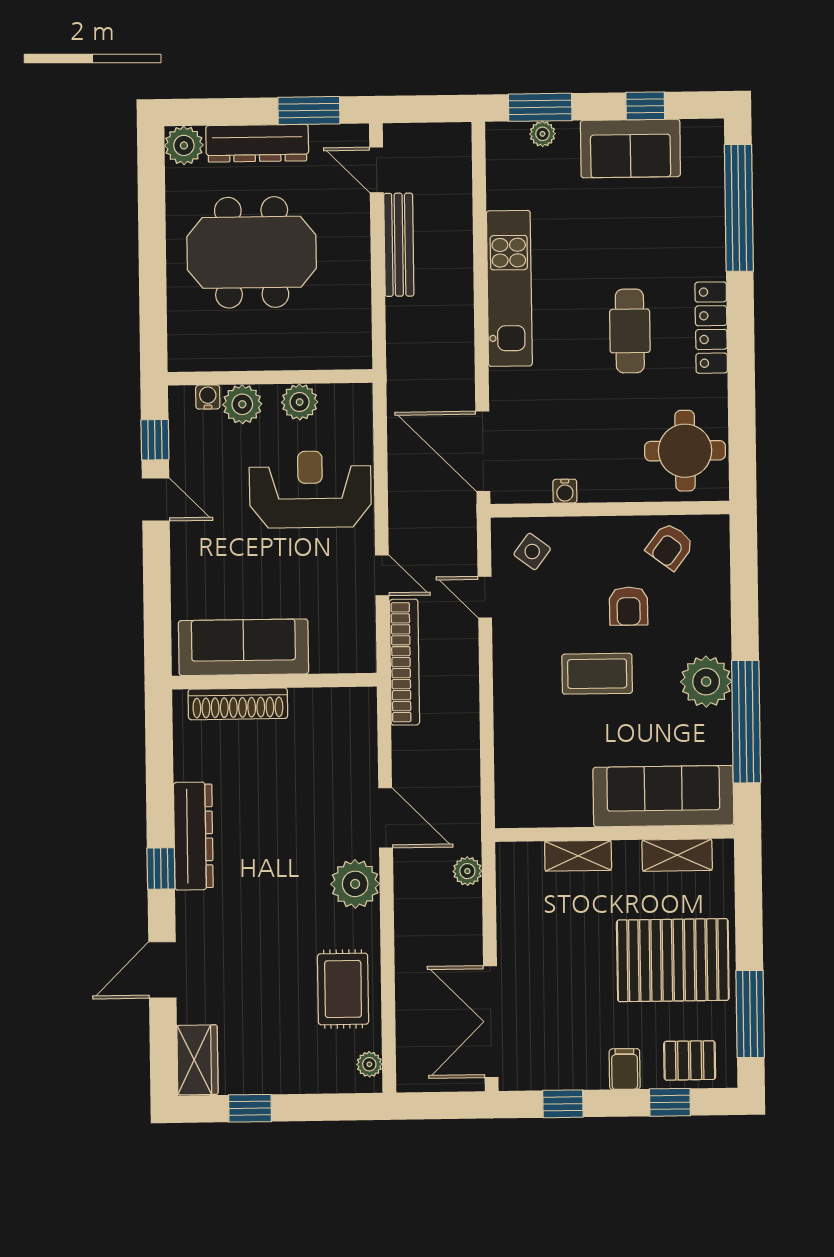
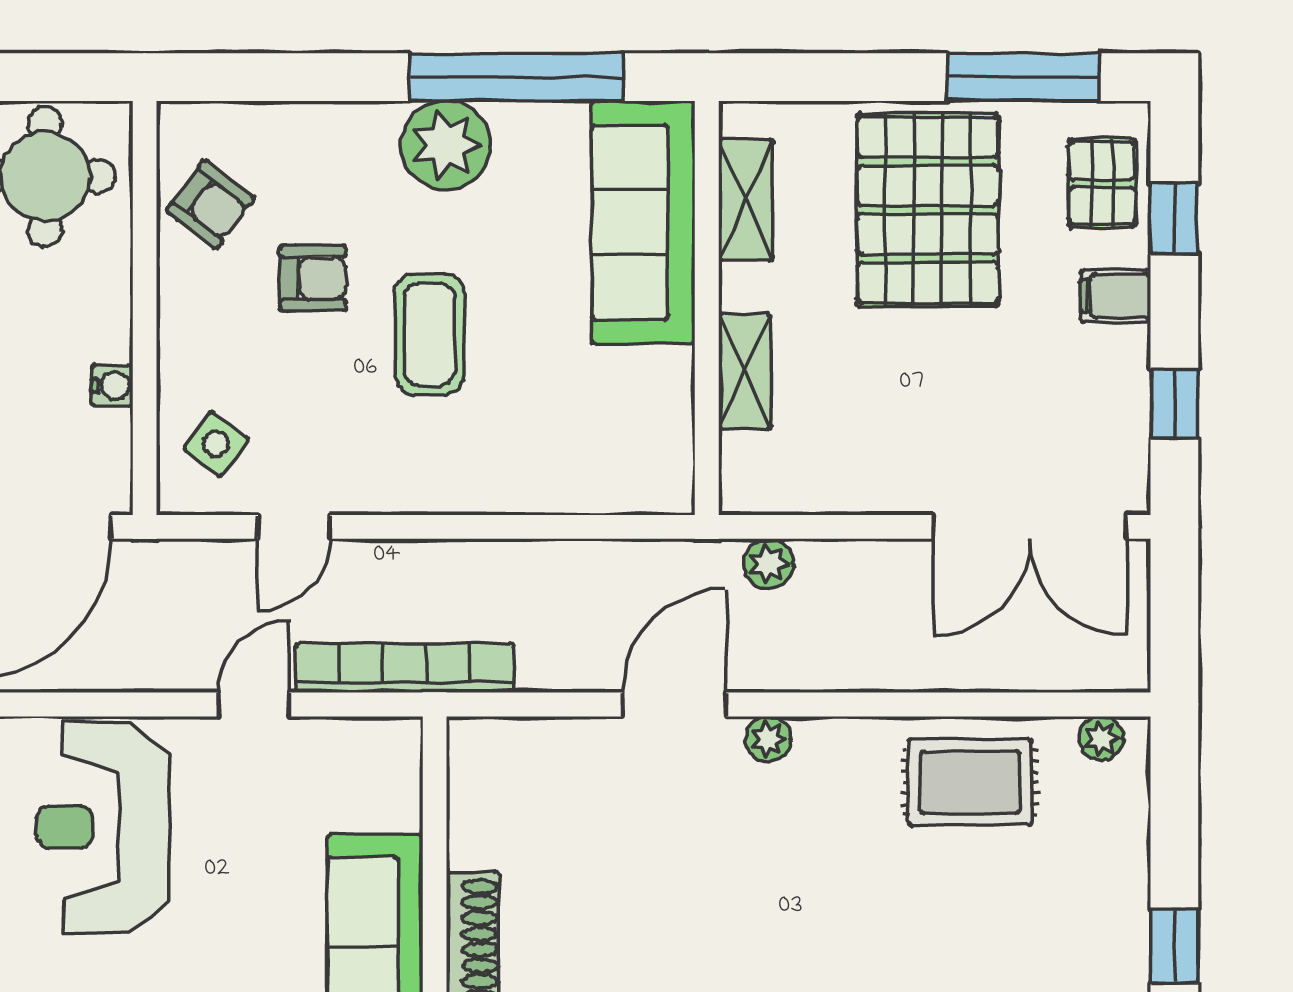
plant: (355, 884) -> (768, 739), width x0.53, depth x0.53

